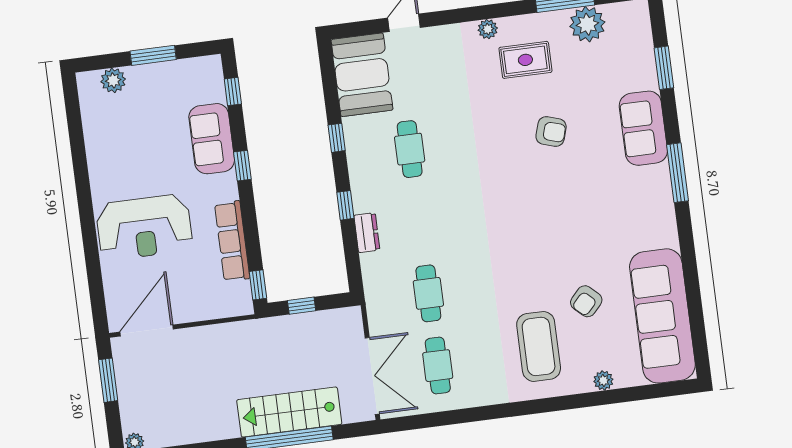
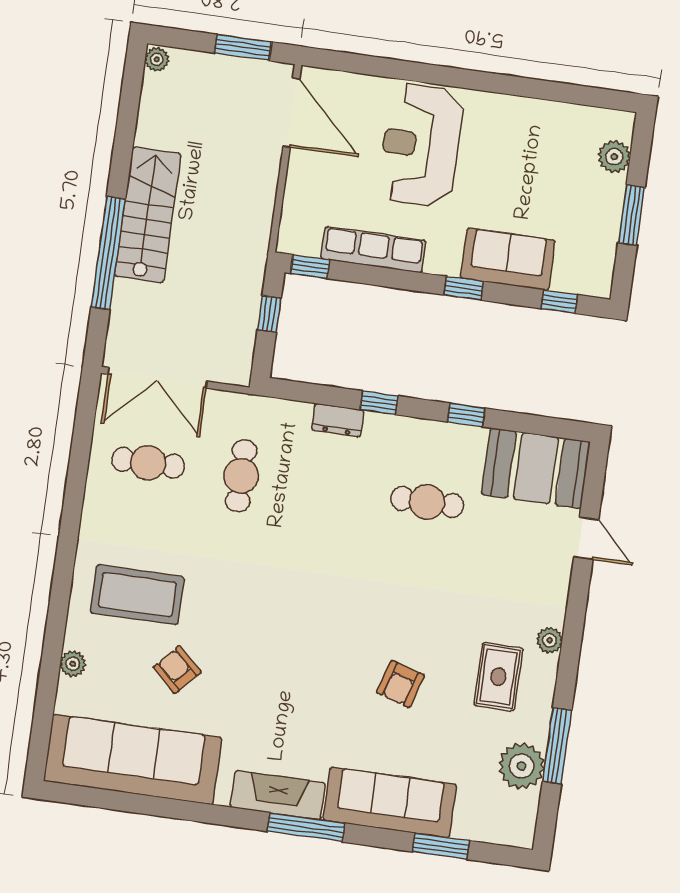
sofa: (643, 128) -> (390, 802), width x1.36
fireplace: (659, 200) -> (278, 795), added
cafe table: (428, 293) -> (241, 476), turned 90
stairs: (289, 412) -> (148, 215), moved

